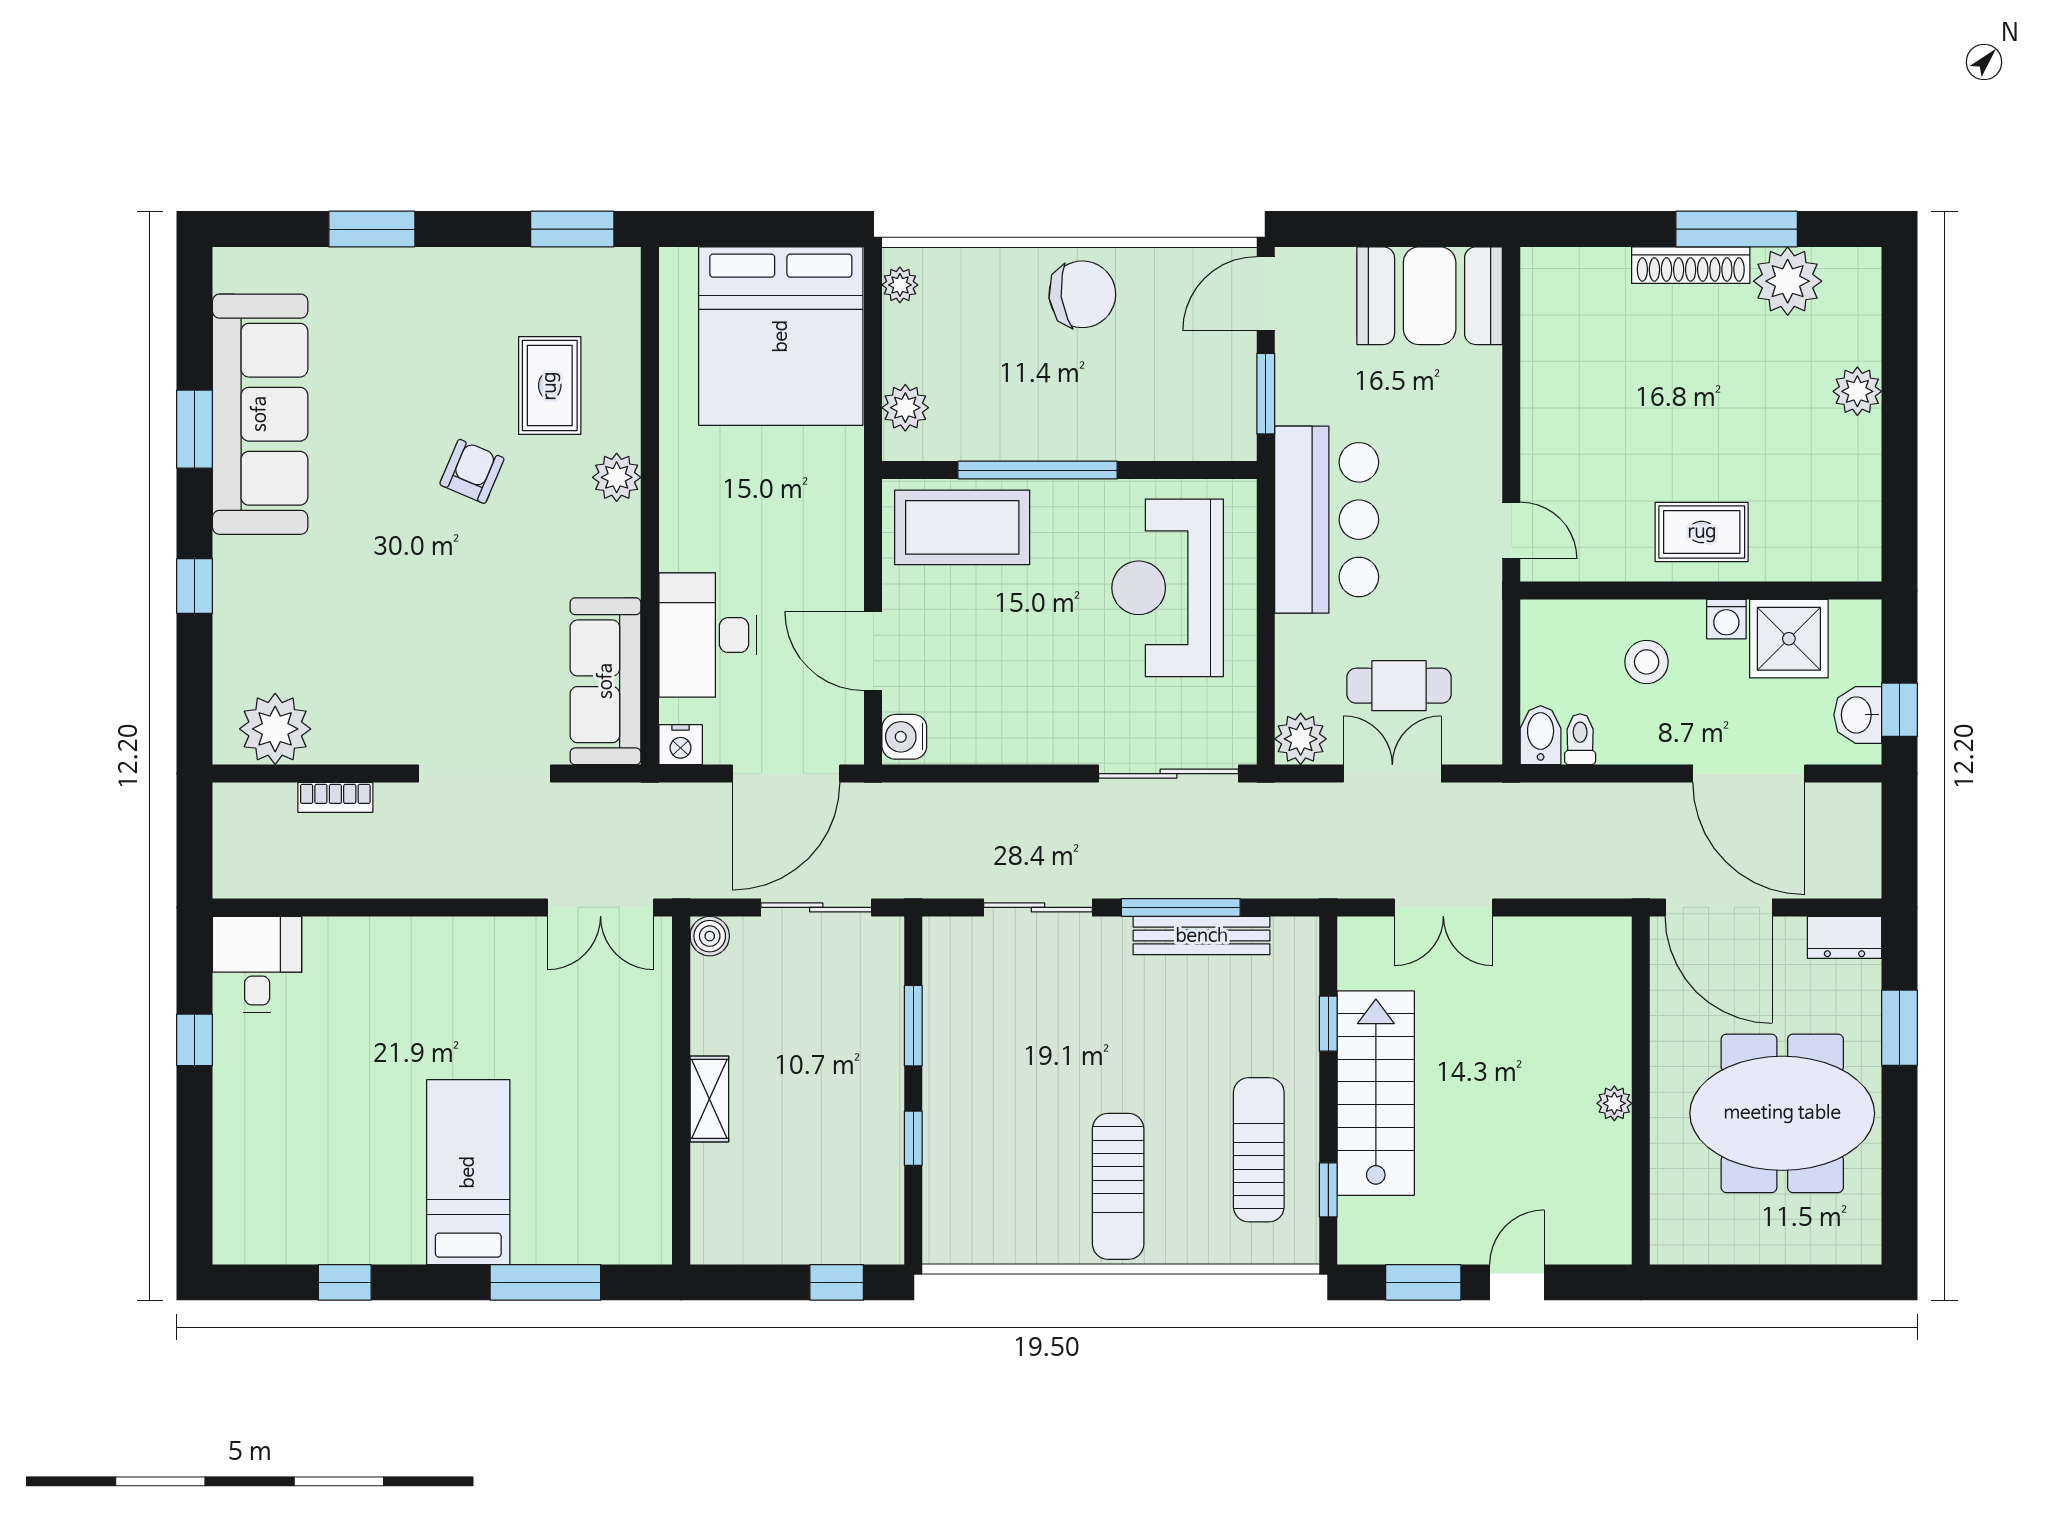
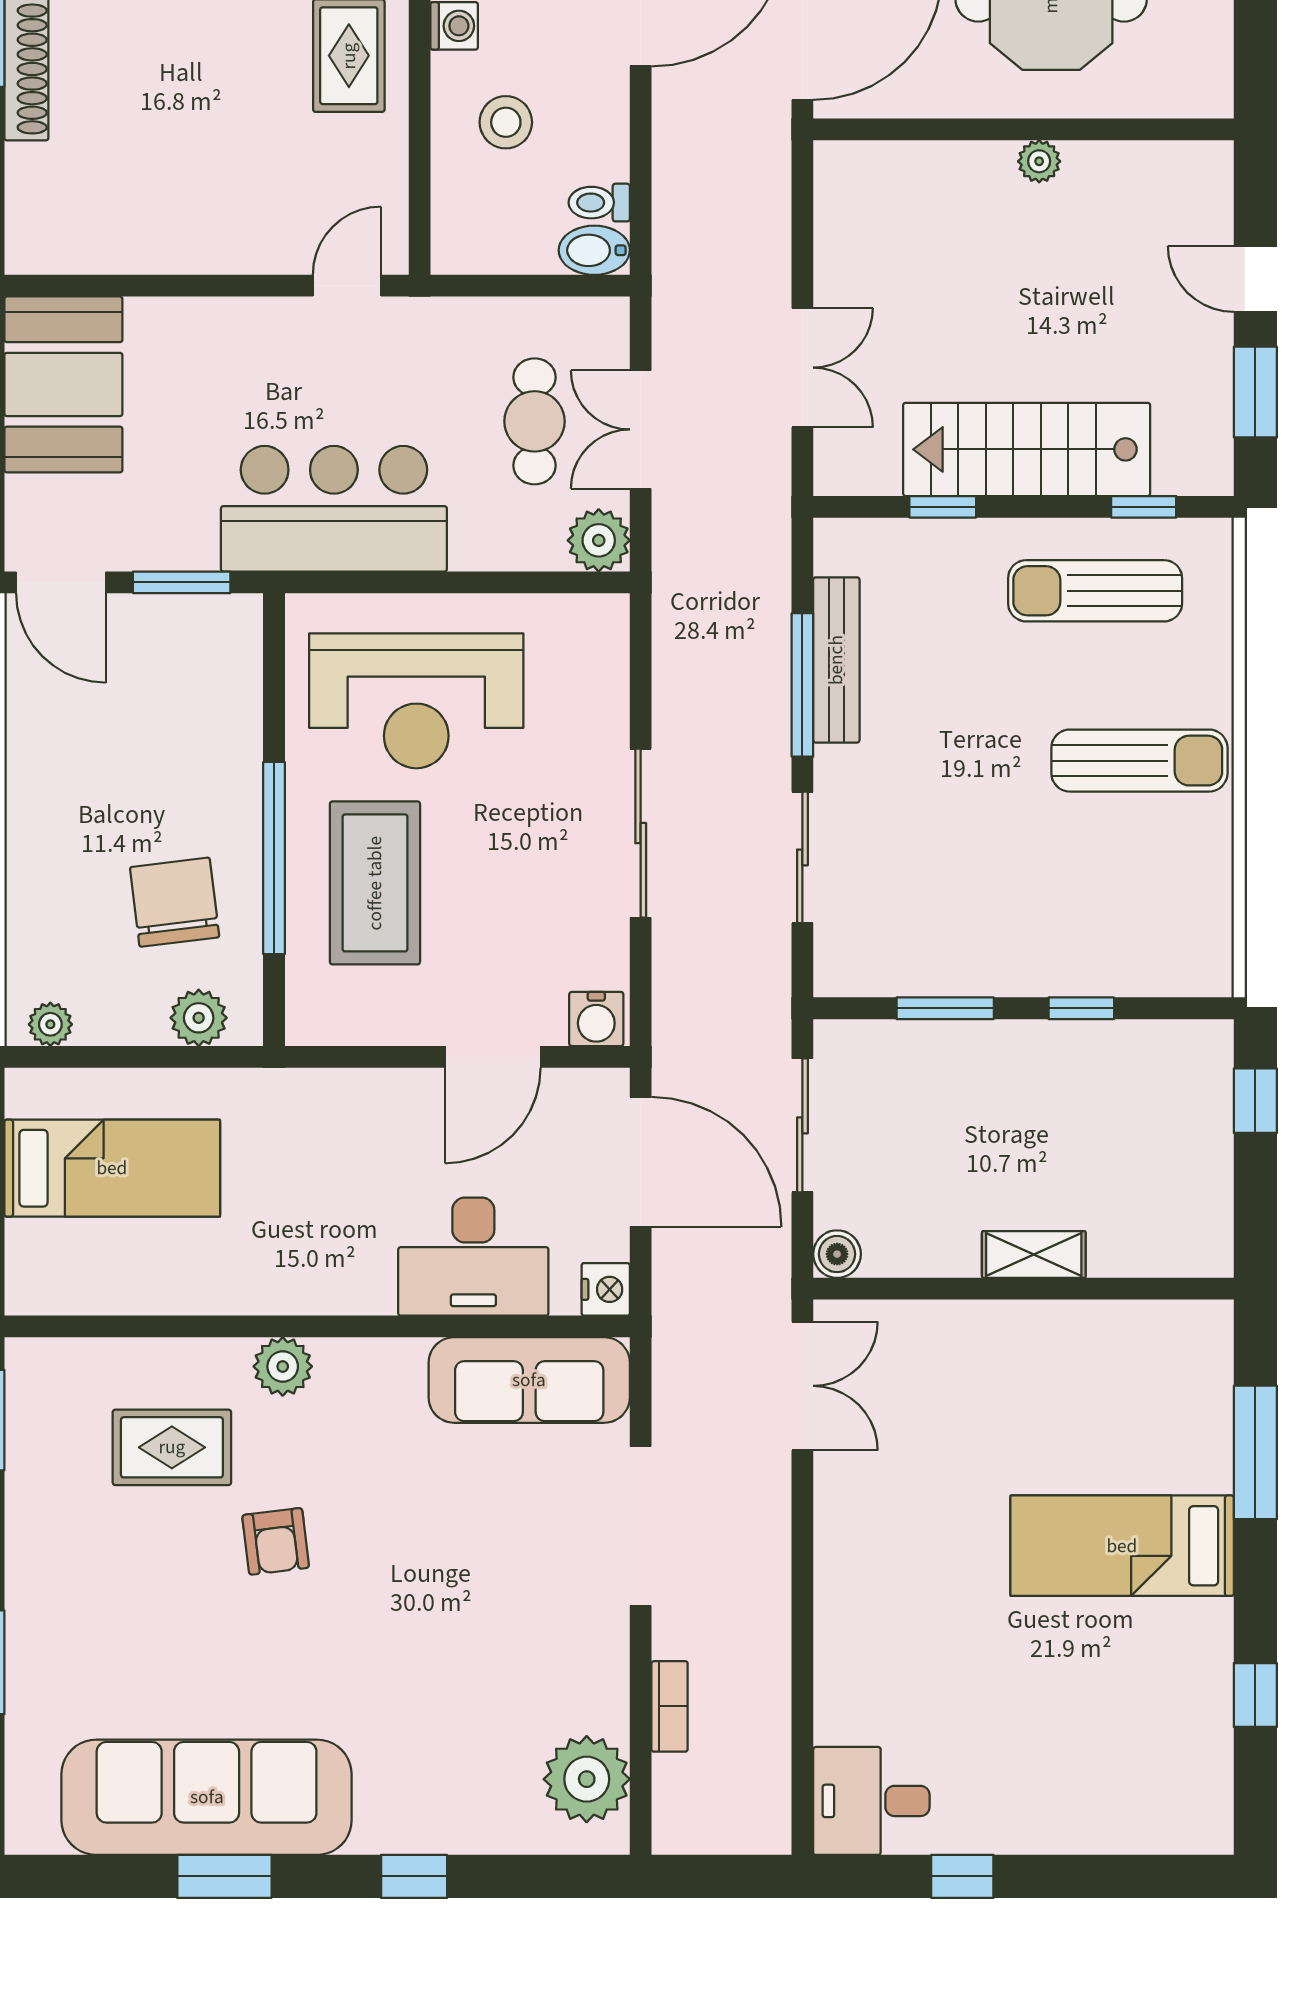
chair: (1082, 294) -> (175, 902), moved
bed: (781, 336) -> (112, 1168), width x0.49
armchair: (472, 471) -> (276, 1541), turned -120
coffee table: (962, 527) -> (375, 883), moved
sliding door: (1168, 774) -> (641, 833), moved

